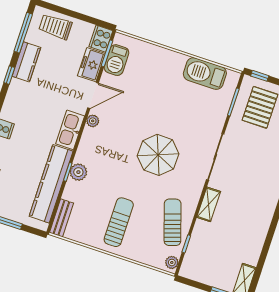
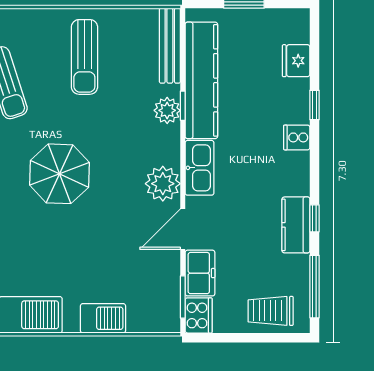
trolley: (55, 27) -> (271, 311), turned 180
barbecue: (116, 60) -> (103, 318), moved, turned 90
kitchen counter: (26, 62) -> (296, 225), moved
plant: (93, 121) -> (163, 184), width x1.88, depth x1.88
bench: (61, 218) -> (170, 46), width x1.36

